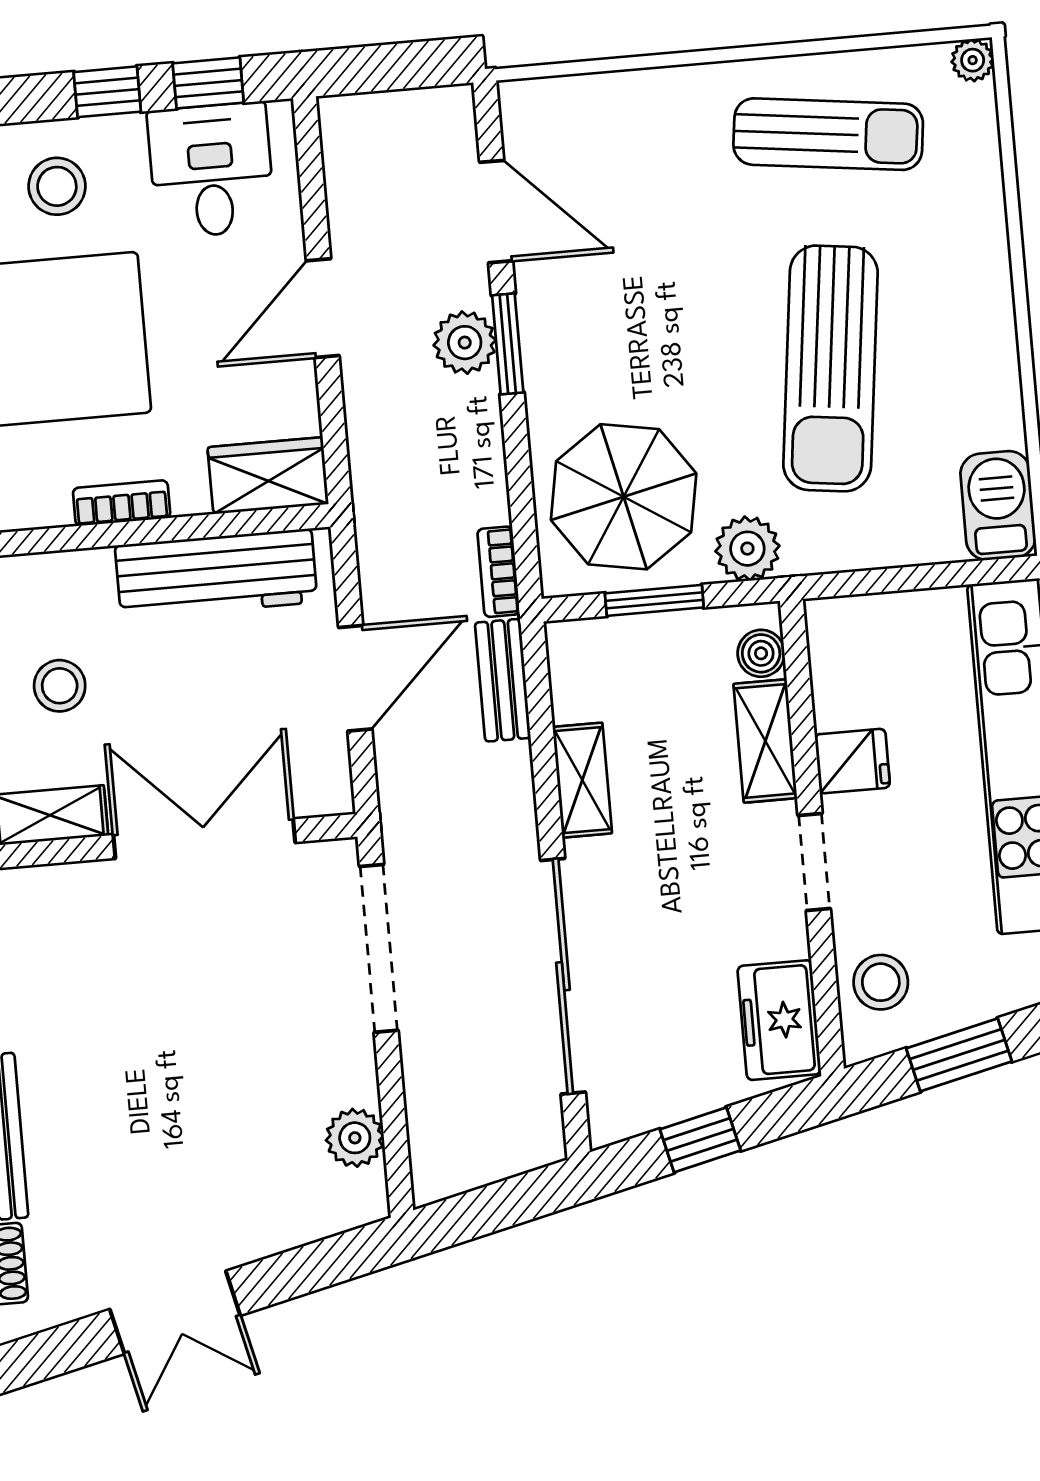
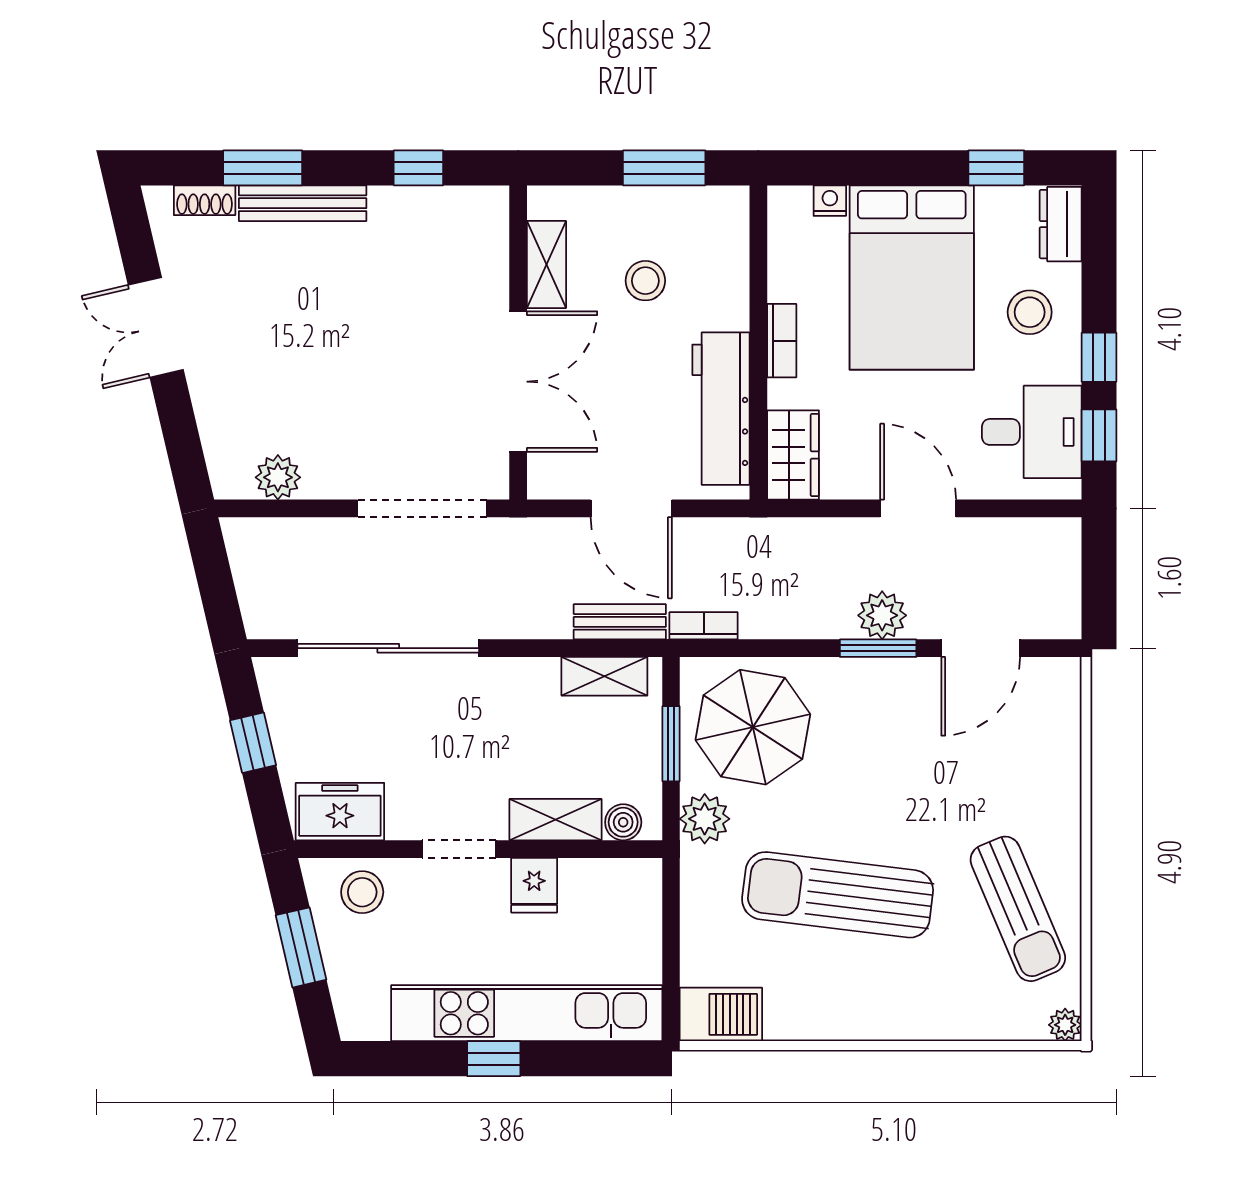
sun lounger: (828, 134) -> (1018, 909), turned -30
shelving: (582, 780) -> (604, 676), moved

